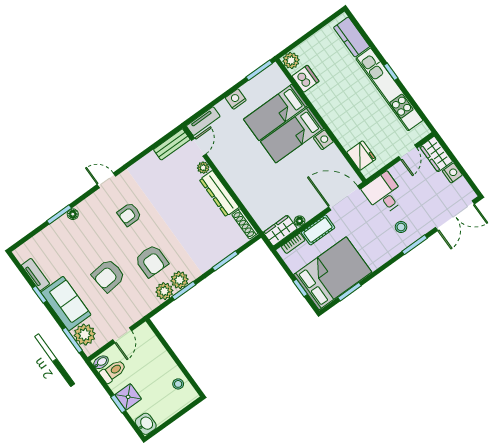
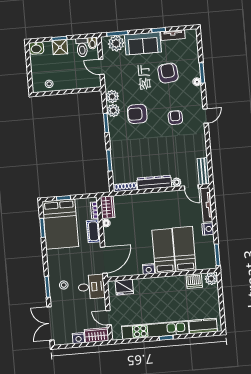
tv unit: (203, 121) -> (207, 205), width x1.41
armchair: (108, 276) -> (168, 73), moved
plant: (180, 280) -> (112, 97), moved

